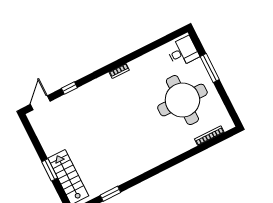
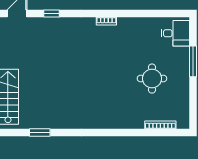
round table: (182, 100) -> (152, 79), width x0.54, depth x0.54

